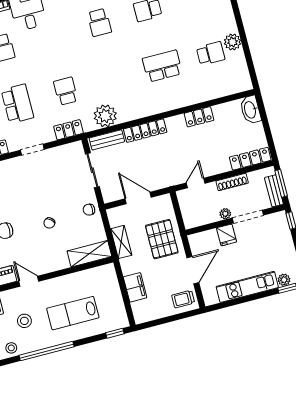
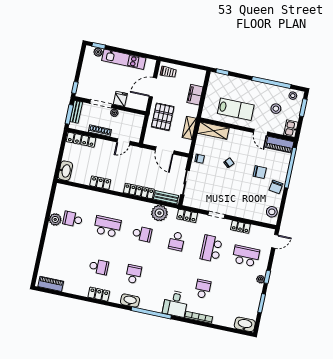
school desk: (162, 66) -> (107, 227), turned 180
school desk: (114, 79) -> (142, 234), added
lab bench: (73, 313) -> (236, 109), moved

